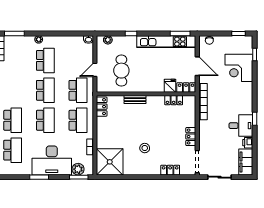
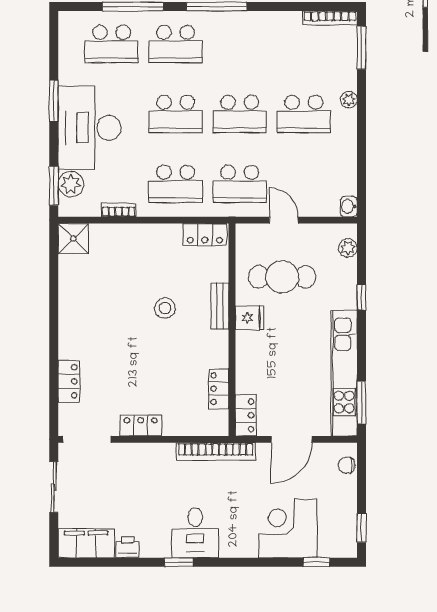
fridge: (170, 86) -> (250, 318), moved
desk: (241, 126) -> (195, 533), moved
stool: (145, 148) -> (165, 308), moved
shower: (110, 162) -> (73, 239), width x0.54, depth x0.54

